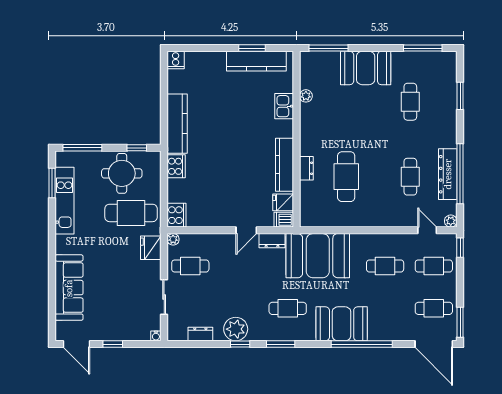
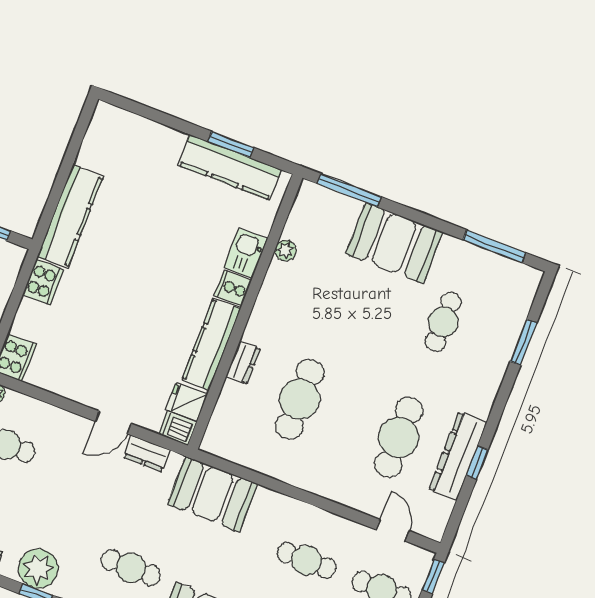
cooker: (176, 60) -> (233, 288), moved, turned 90
window: (460, 174) -> (477, 463), width x0.32
cafe table: (410, 177) -> (399, 437), width x1.37, depth x1.35
plant: (451, 221) -> (435, 530), removed
booth: (318, 256) -> (213, 494), width x0.73, depth x0.70

